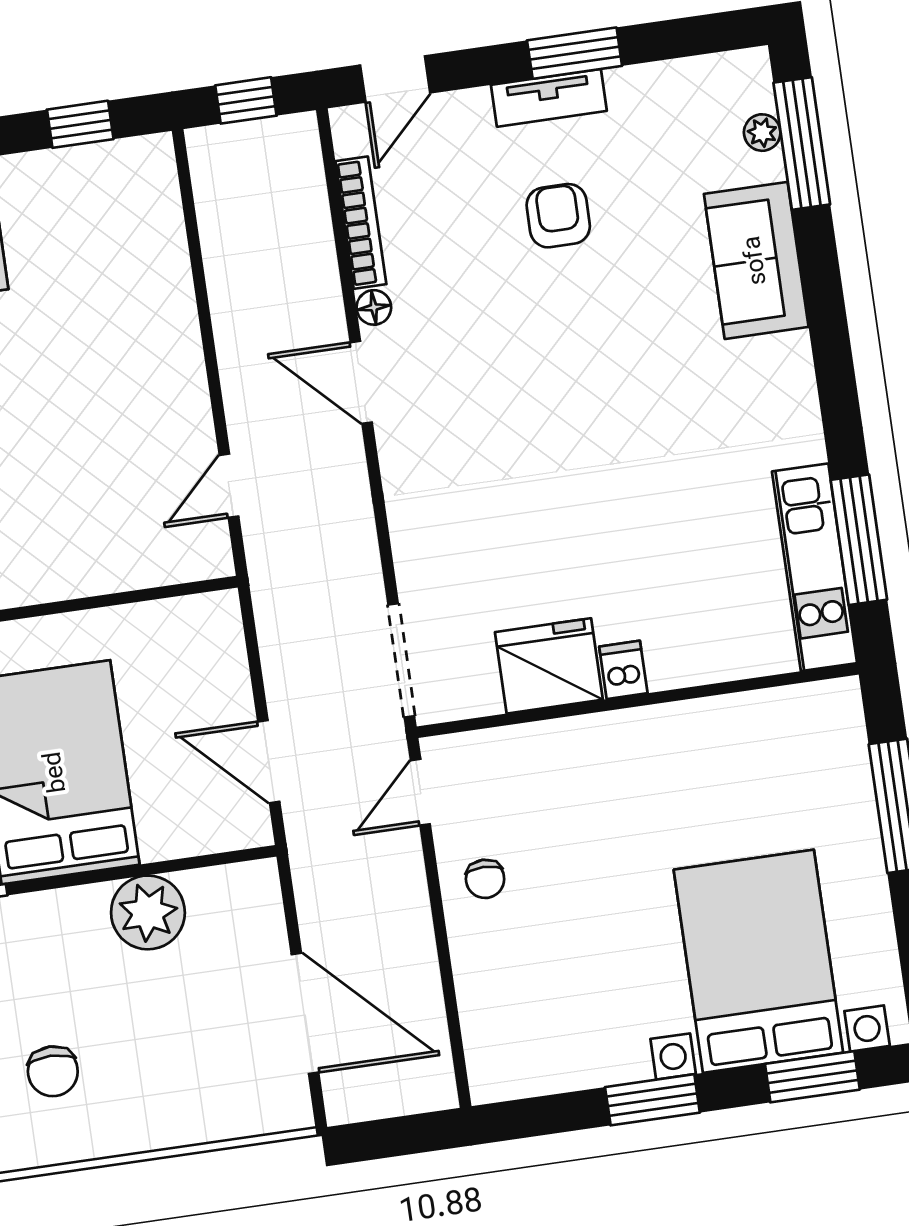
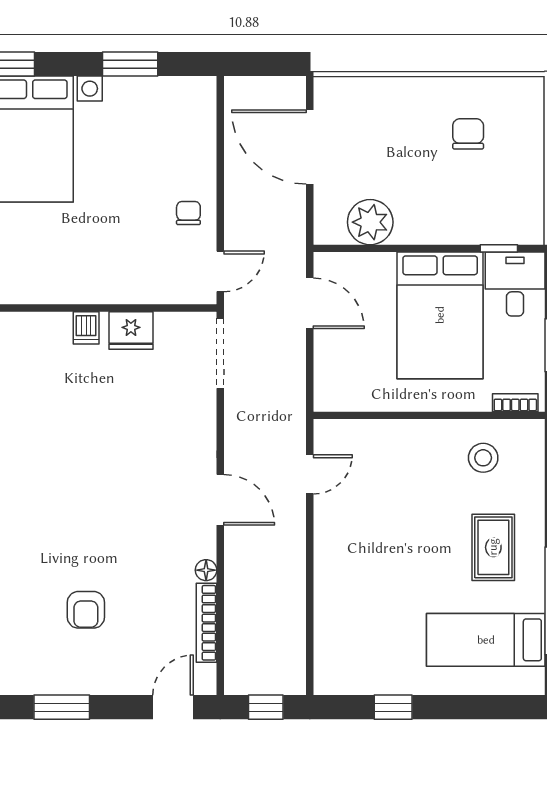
tv unit: (549, 98) -> (81, 682), removed
window: (80, 124) -> (393, 707), moved
door: (361, 382) -> (220, 500), moved
fridge: (549, 666) -> (131, 331), width x0.73, depth x0.75
plant: (148, 912) -> (370, 222), moved
window: (652, 1100) -> (130, 64), moved

